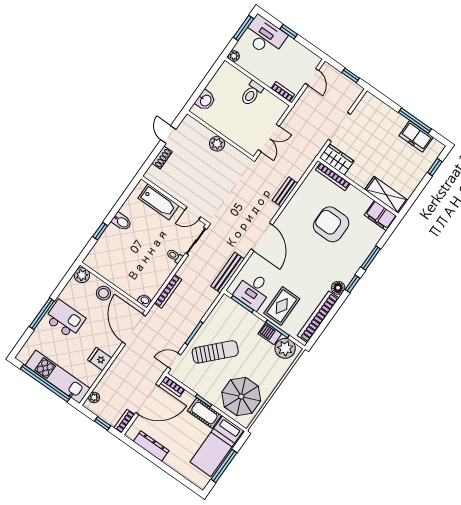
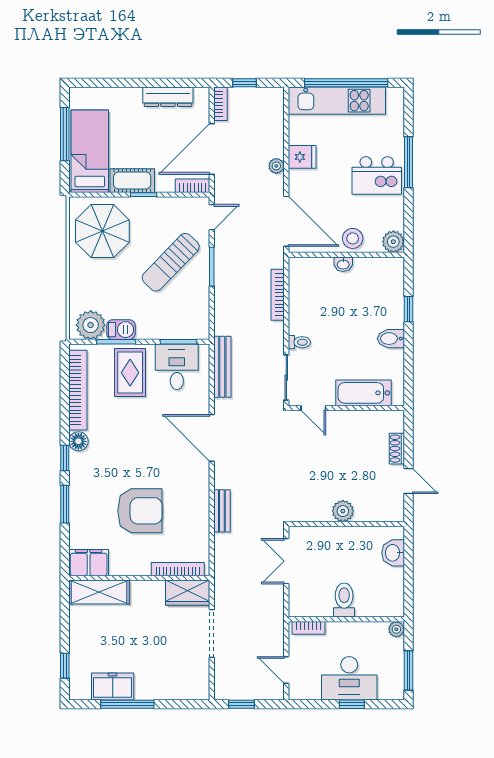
desk: (264, 36) -> (349, 678), moved
door: (193, 213) -> (313, 408), swing flipped
washbasin: (145, 301) -> (343, 264), moved
plant: (94, 397) -> (276, 166), moved

